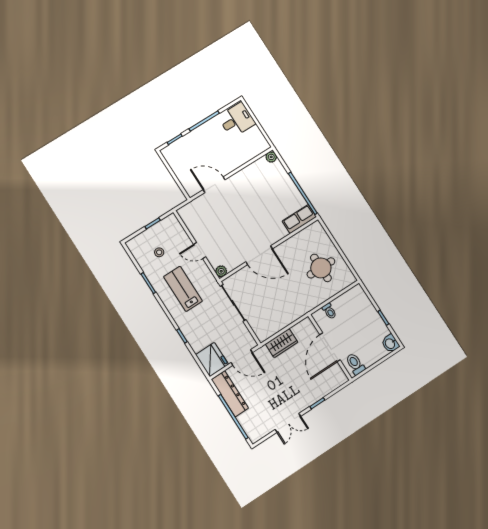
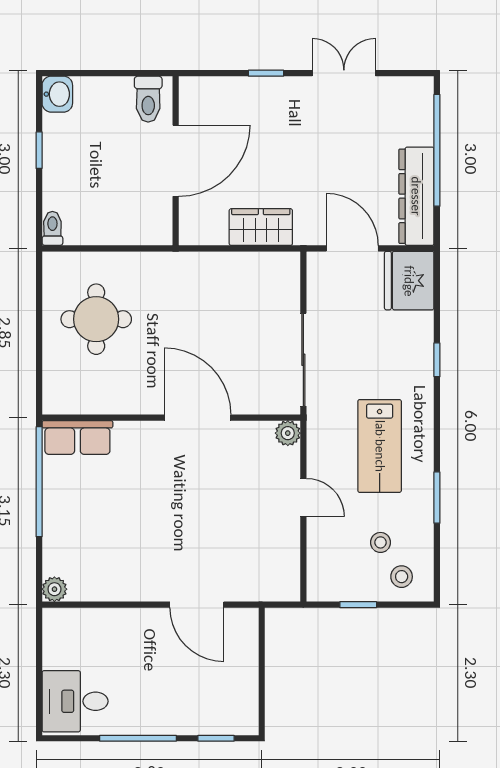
stool: (143, 244) -> (402, 577), added
toilet: (329, 311) -> (52, 228), moved

